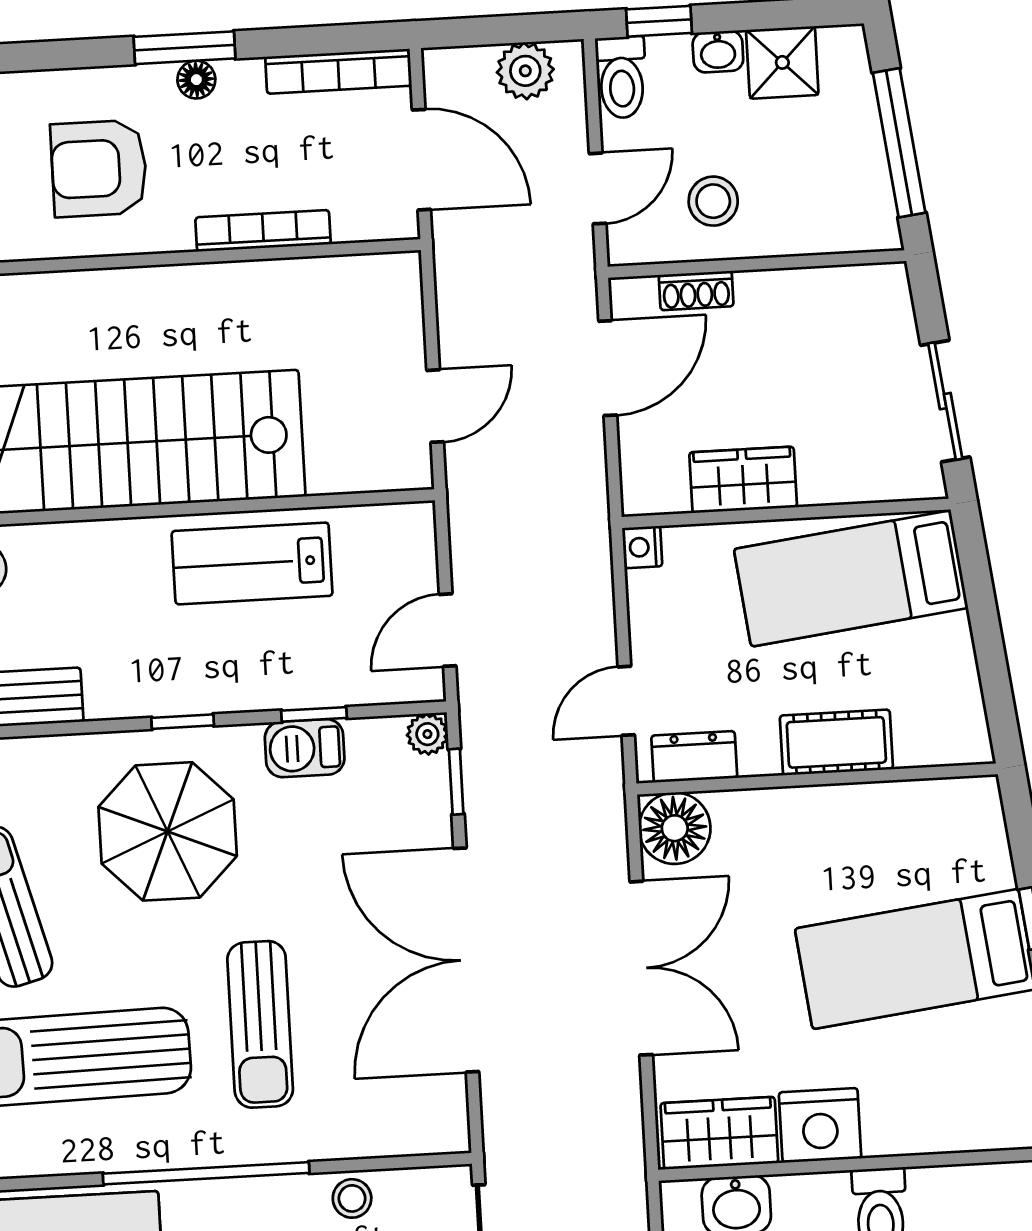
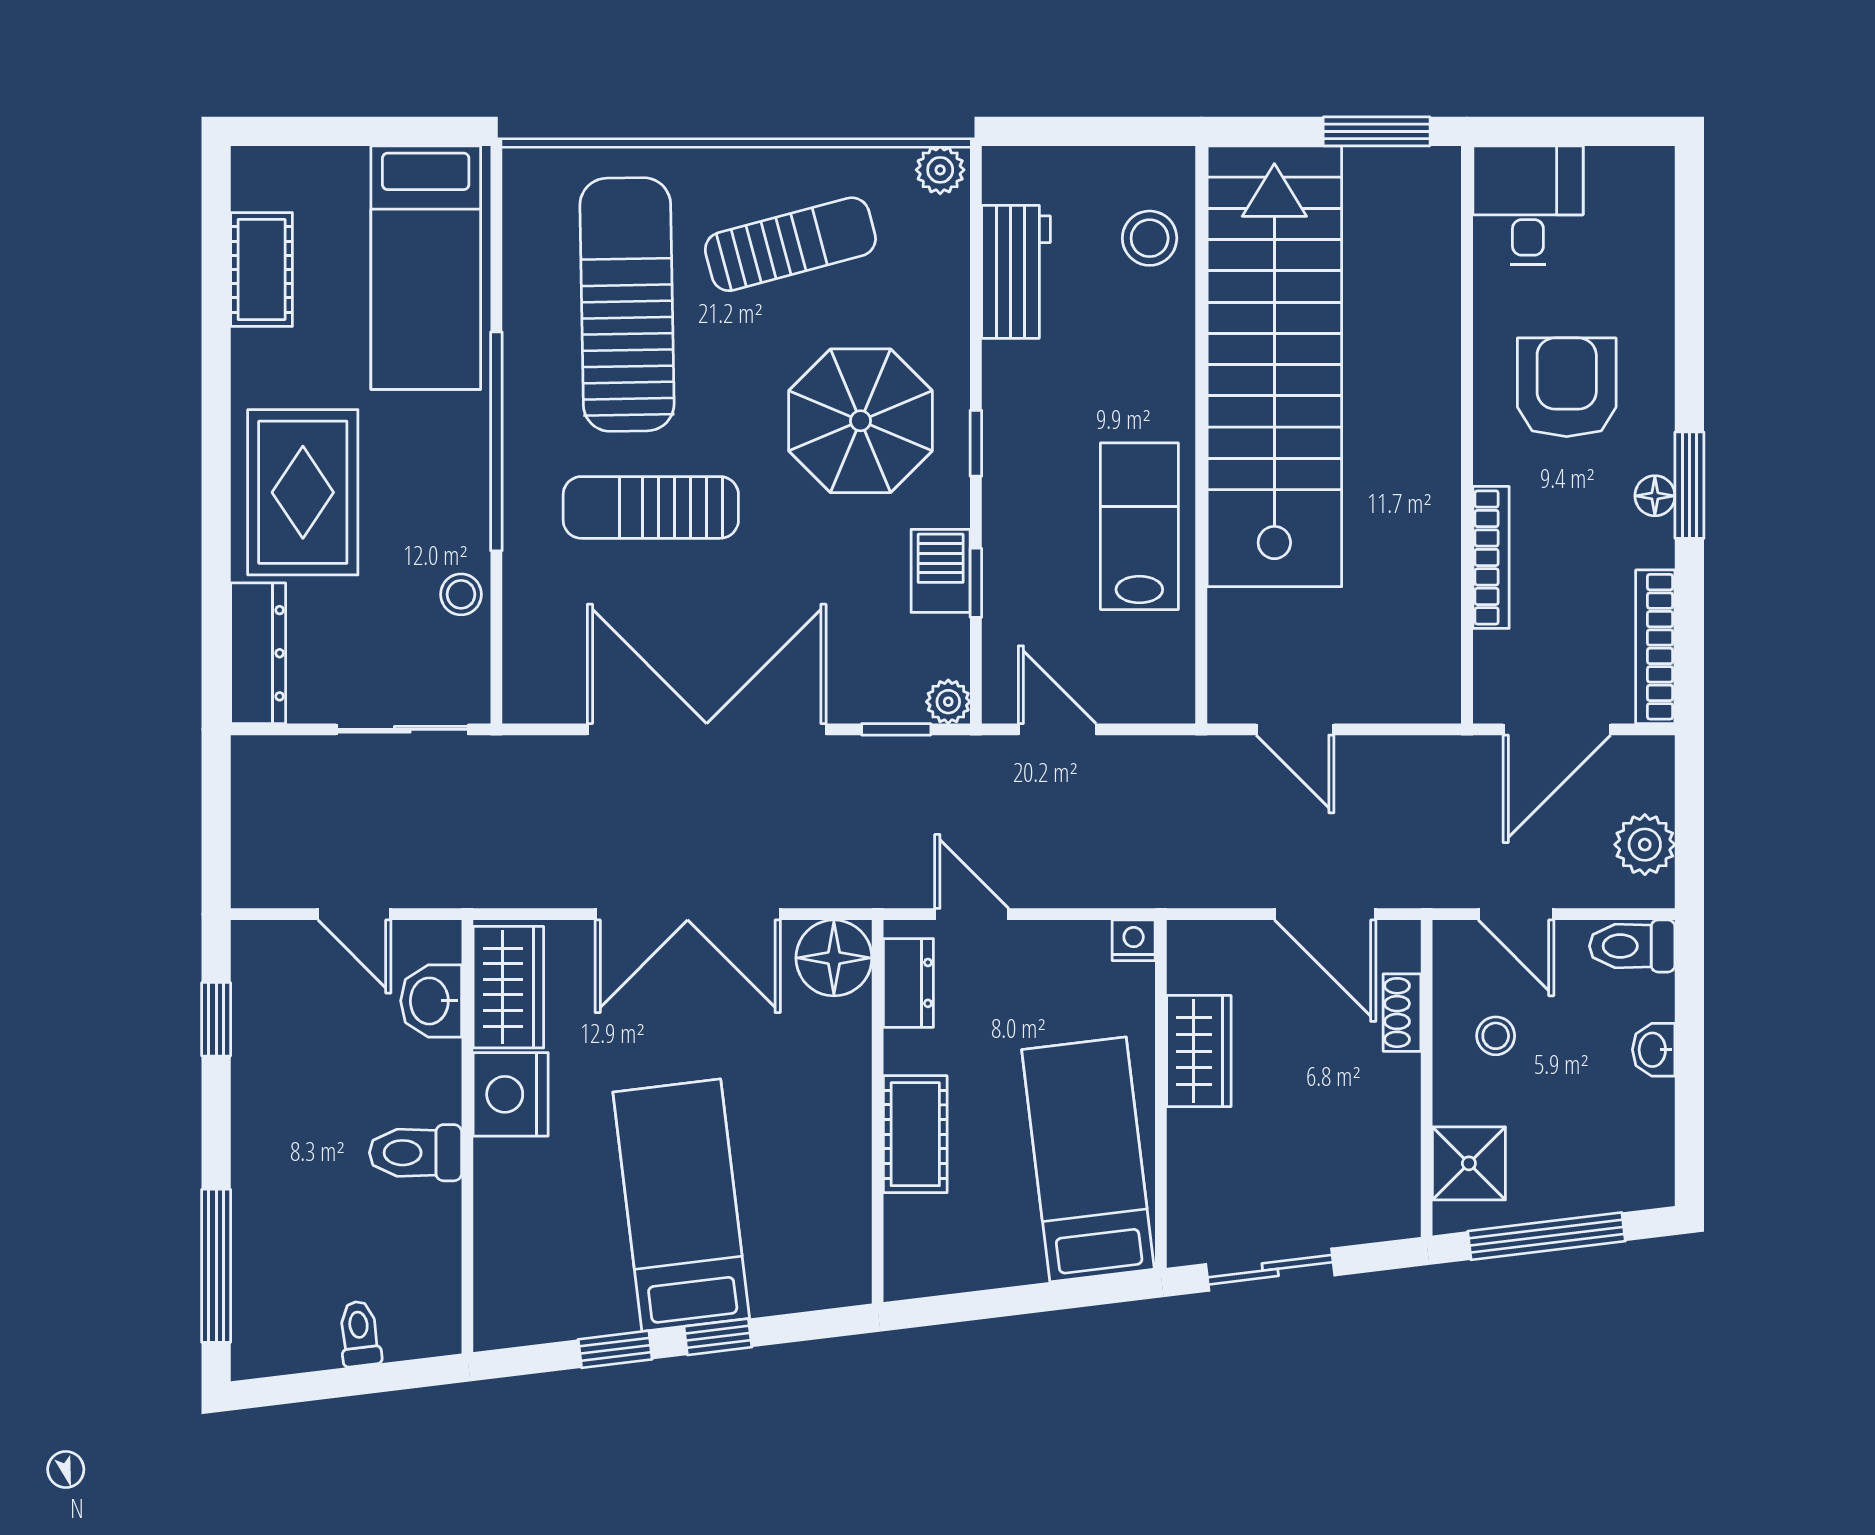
window: (659, 21) -> (1689, 989), removed
shower: (782, 62) -> (1469, 1163), moved
stool: (713, 201) -> (1496, 1036), width x0.73, depth x0.73

